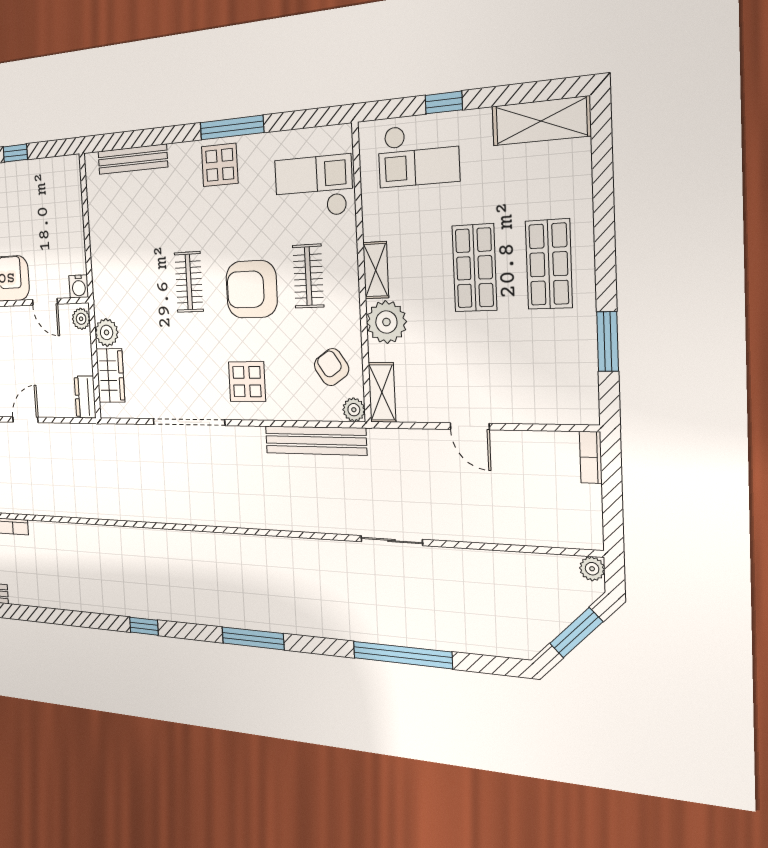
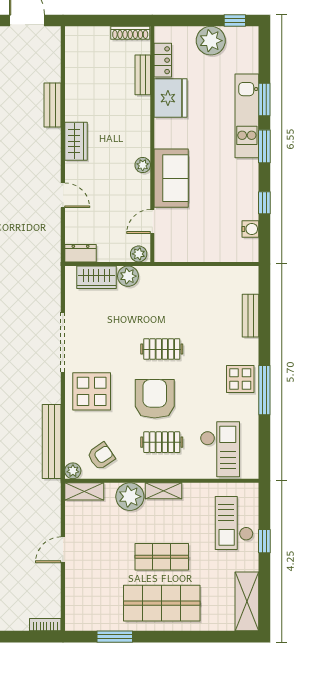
bench: (133, 159) -> (251, 316), width x0.73
shop shelf: (549, 264) -> (162, 603), width x1.43, depth x1.36
water cooler: (79, 286) -> (250, 229), moved, turned 180
display table: (247, 382) -> (92, 391), width x1.36, depth x1.36

